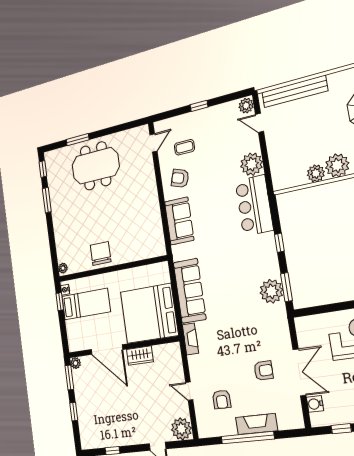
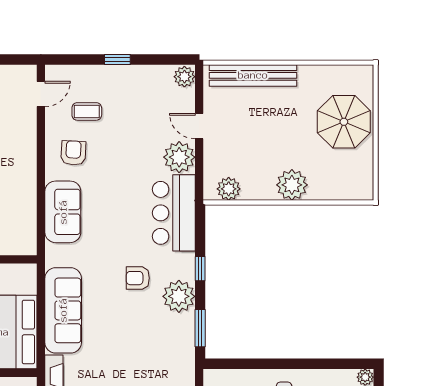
door: (259, 123) -> (199, 126), moved
plant: (316, 173) -> (229, 189), moved
armchair: (180, 178) -> (73, 153), turned 75
armchair: (236, 258) -> (138, 278), added
plant: (271, 291) -> (179, 296), moved

